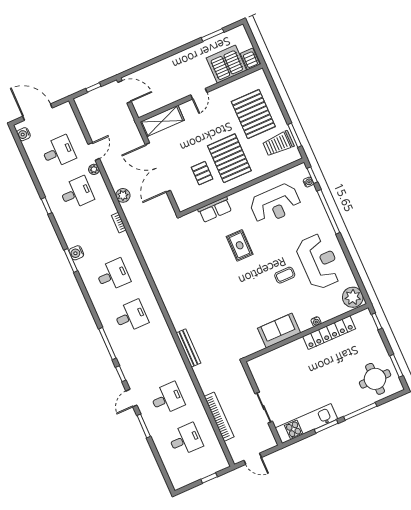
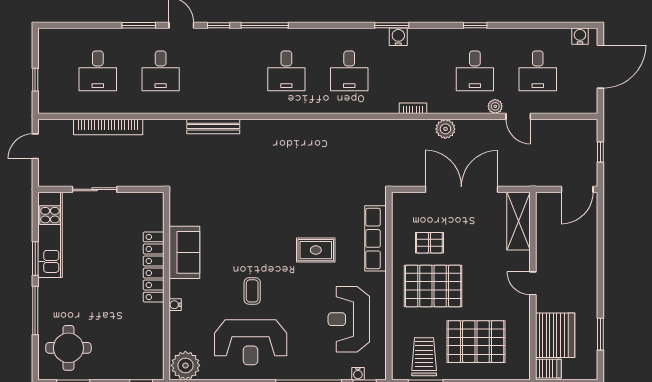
row of seats: (215, 210) -> (376, 238), width x1.48
locker: (329, 333) -> (154, 267), moved

